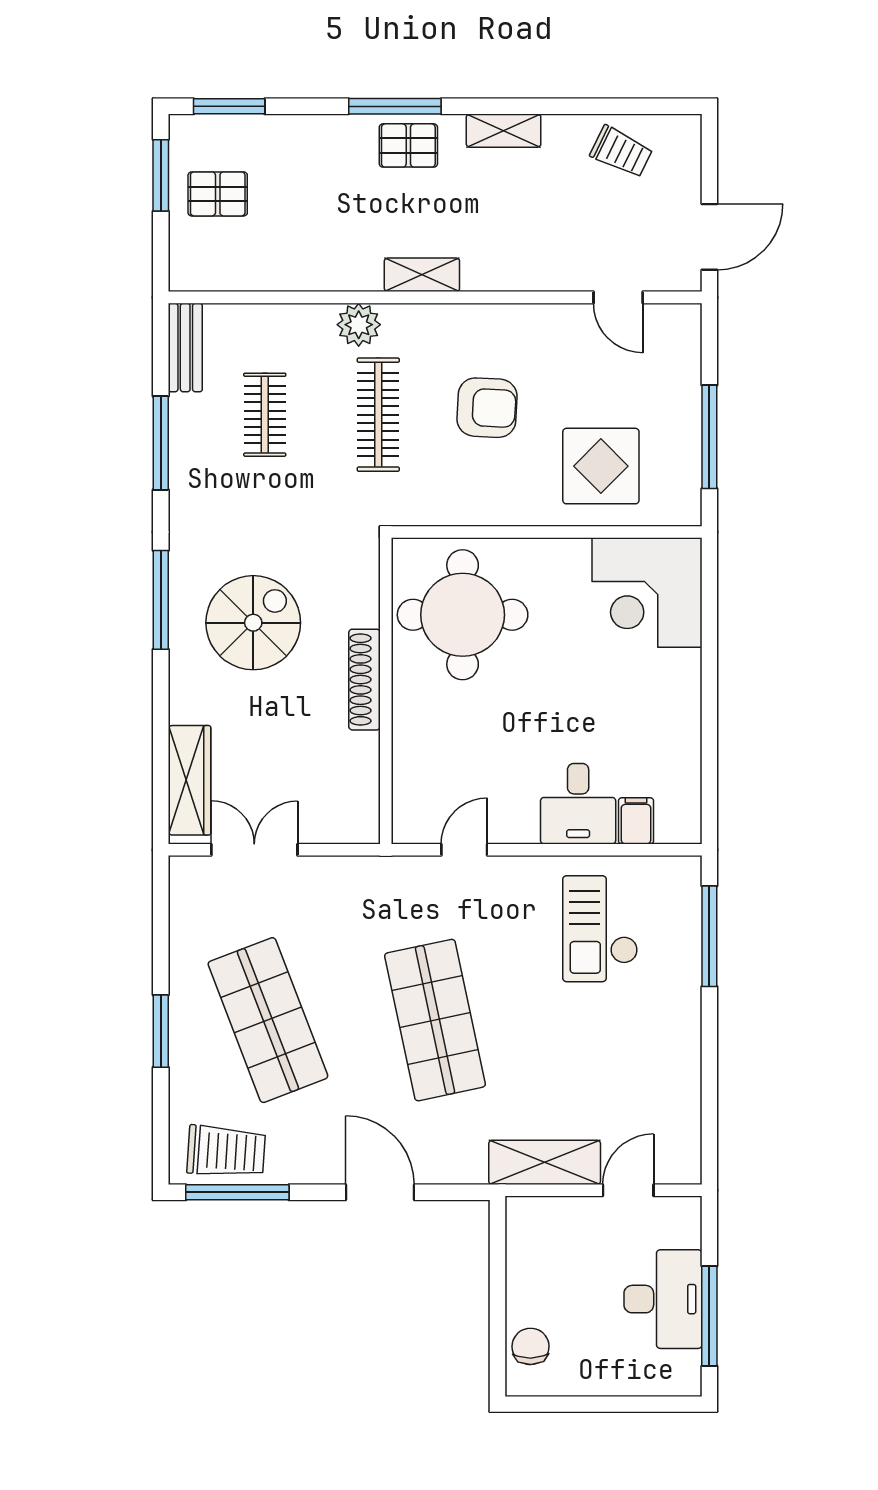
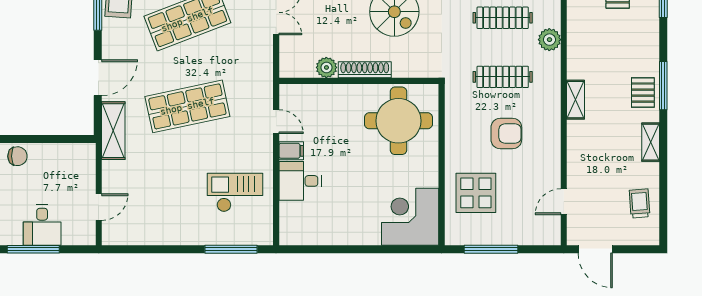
trolley: (621, 152) -> (640, 203), turned 150
plant: (359, 325) -> (549, 40), moved
armchair: (487, 408) -> (506, 134), turned -93
clothes rail: (265, 415) -> (503, 18), width x1.36
plant: (360, 753) -> (326, 67), added
filing cabinet: (636, 821) -> (291, 151), moved
shelving: (545, 1162) -> (113, 131), moved
door: (628, 1190) -> (99, 207), hinge flipped
desk: (663, 1299) -> (42, 225), width x0.73

